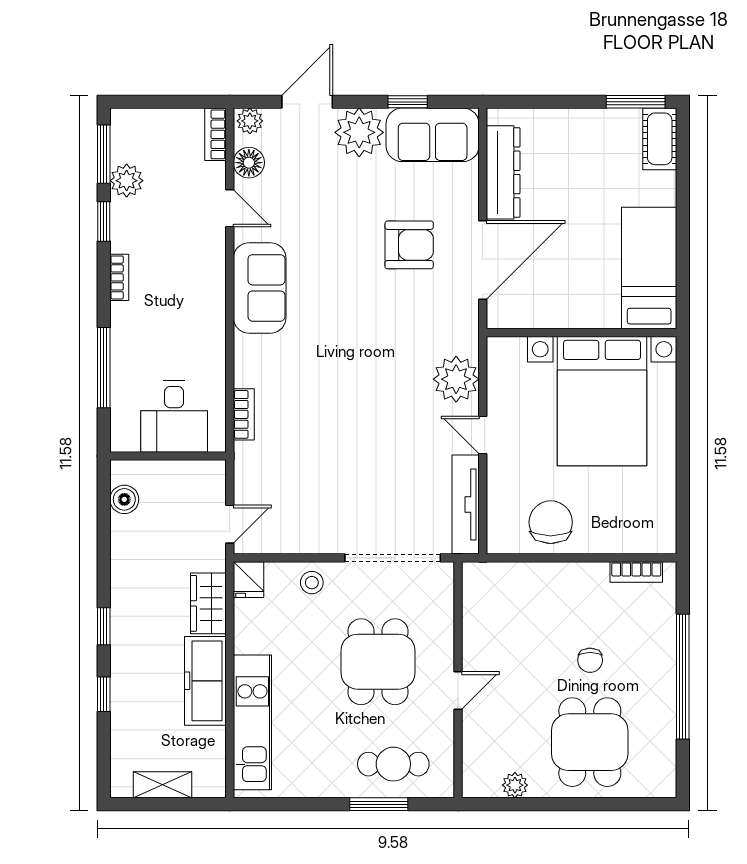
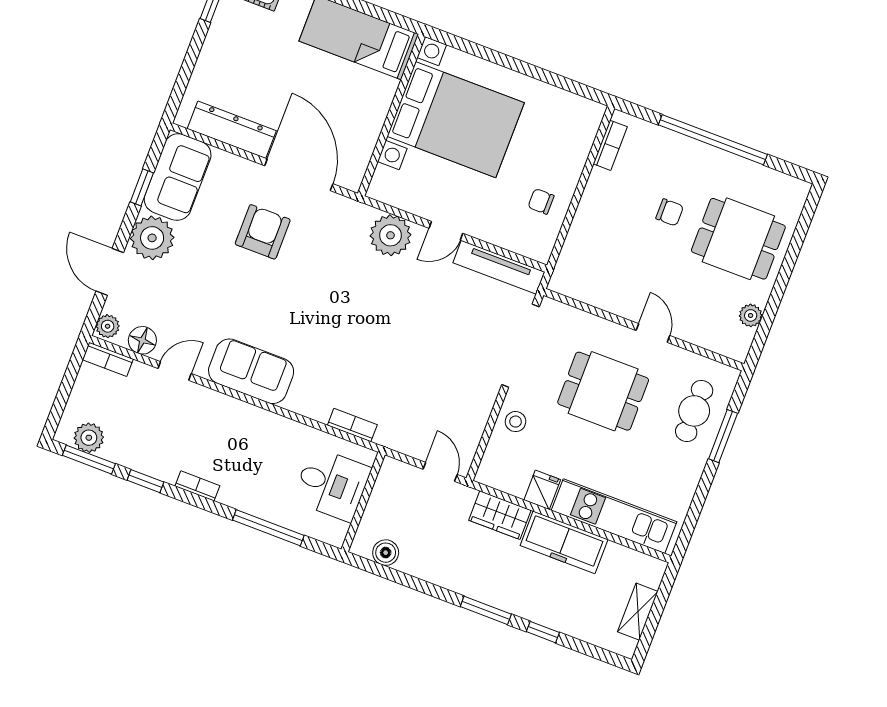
plant: (127, 181) -> (89, 438), moved
chair: (551, 522) -> (541, 201), width x0.54, depth x0.54
fridge: (248, 580) -> (542, 490), moved, turned -90
window: (104, 626) -> (486, 610), width x1.50

